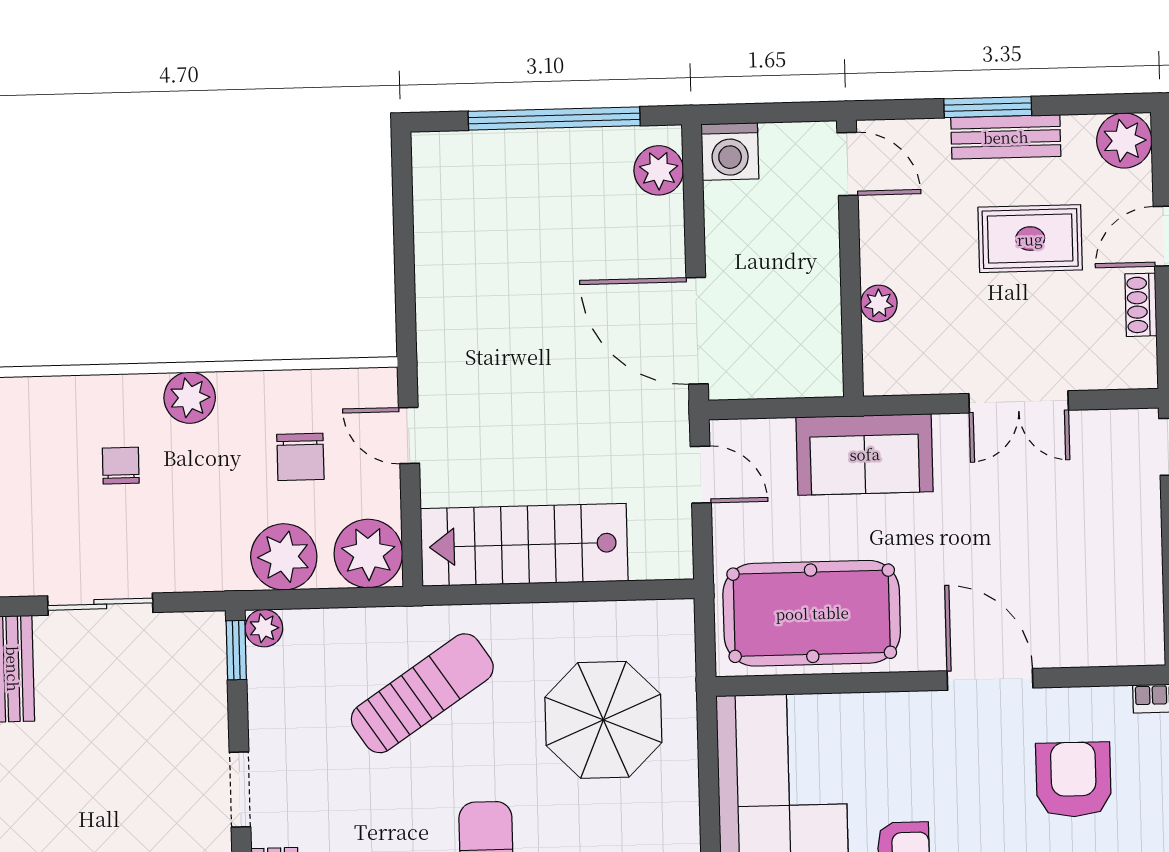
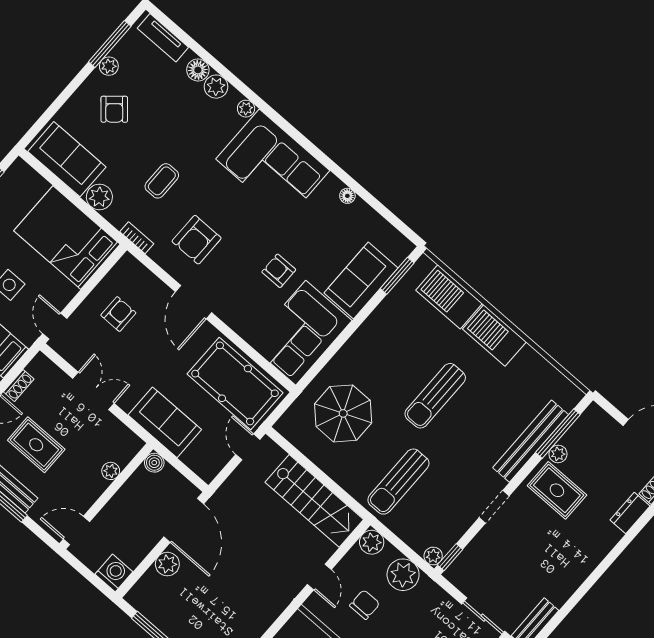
door: (847, 164) -> (76, 530), hinge flipped
plant: (659, 170) -> (167, 564), moved
boiler: (824, 378) -> (154, 463), added
door: (701, 475) -> (248, 447), moved
plant: (368, 554) -> (372, 542), width x0.73, depth x0.73
armchair: (1089, 555) -> (118, 314), added
sun lounger: (422, 693) -> (398, 482), turned -56

